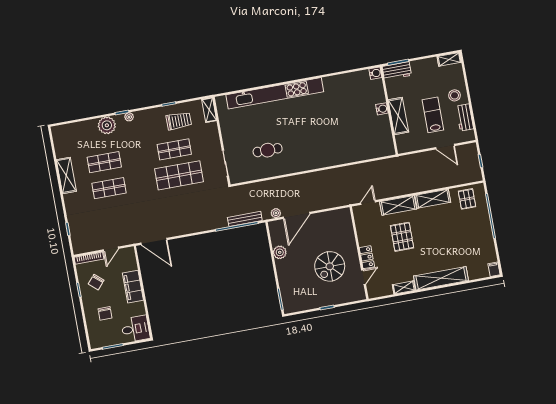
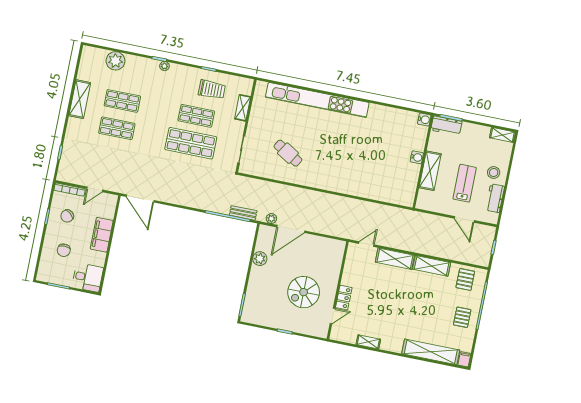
shelving: (209, 110) -> (243, 108), moved
plant: (107, 125) -> (115, 61), moved
cafe table: (268, 150) -> (288, 153), turned 31
bench: (245, 219) -> (243, 213), width x0.73
pallet: (402, 237) -> (462, 317), moved, width x0.67, depth x0.71
shelving: (441, 278) -> (431, 352), moved

